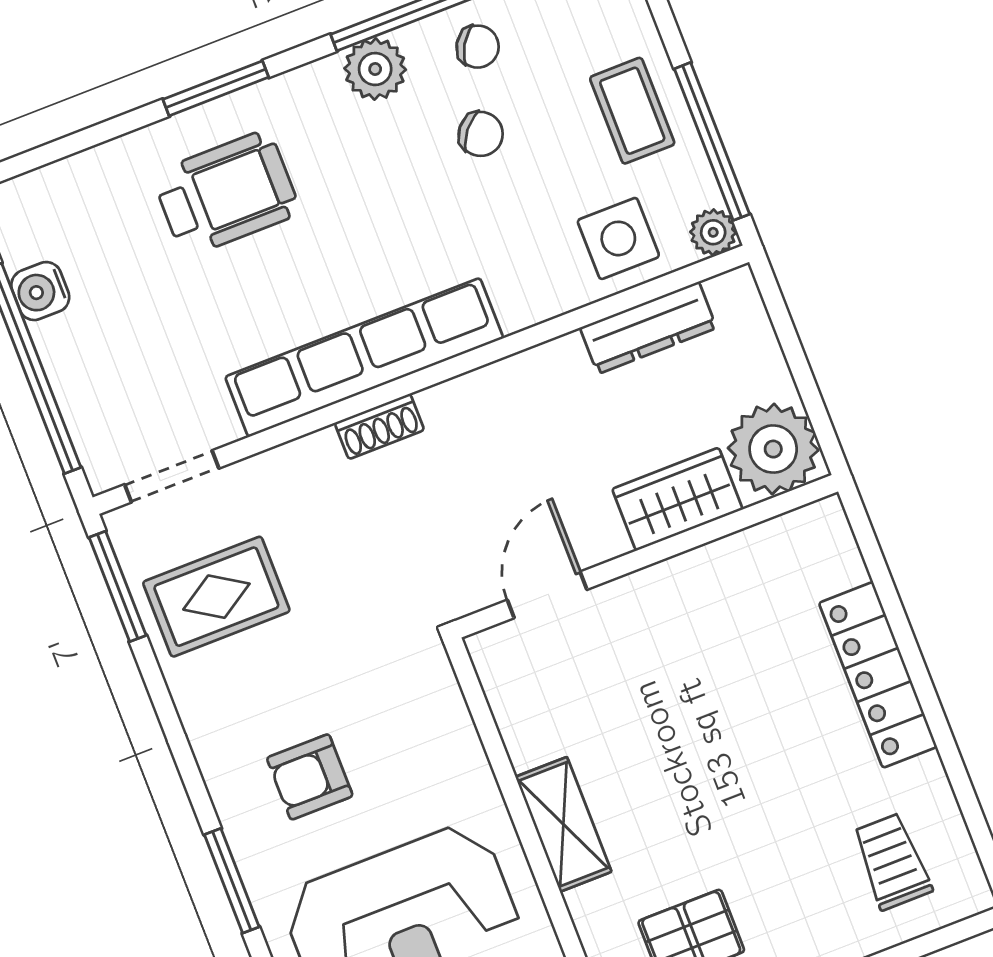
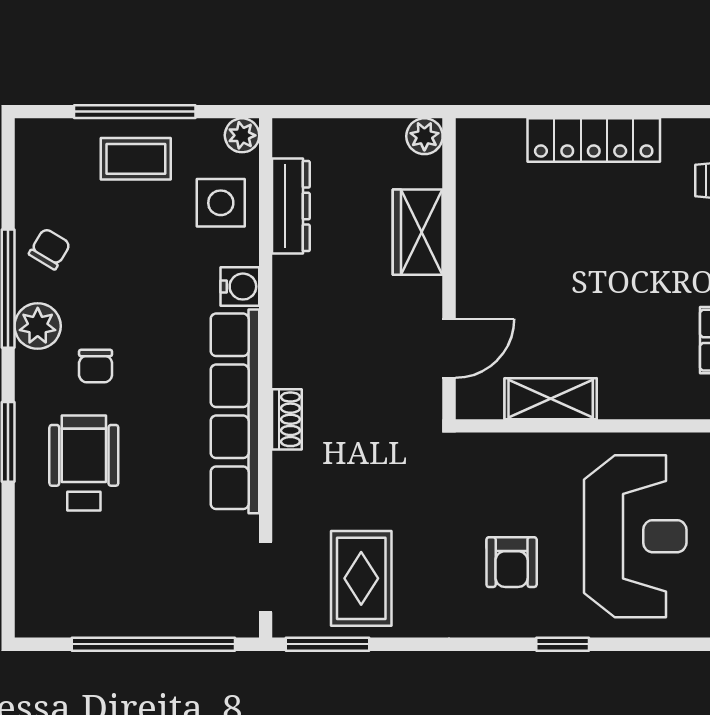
chair: (481, 134) -> (96, 366), moved, turned 141
window: (712, 141) -> (135, 112), moved
water cooler: (40, 291) -> (240, 287), moved, turned -90
plant: (773, 449) -> (424, 136), width x0.53, depth x0.53
door: (547, 595) -> (449, 348), swing flipped
shelving: (563, 824) -> (551, 399), moved
window: (232, 881) -> (563, 644), width x0.67

